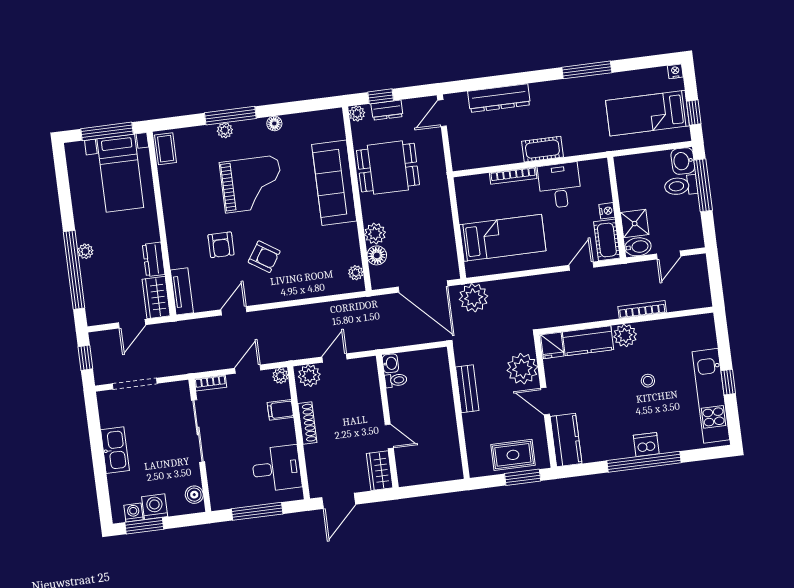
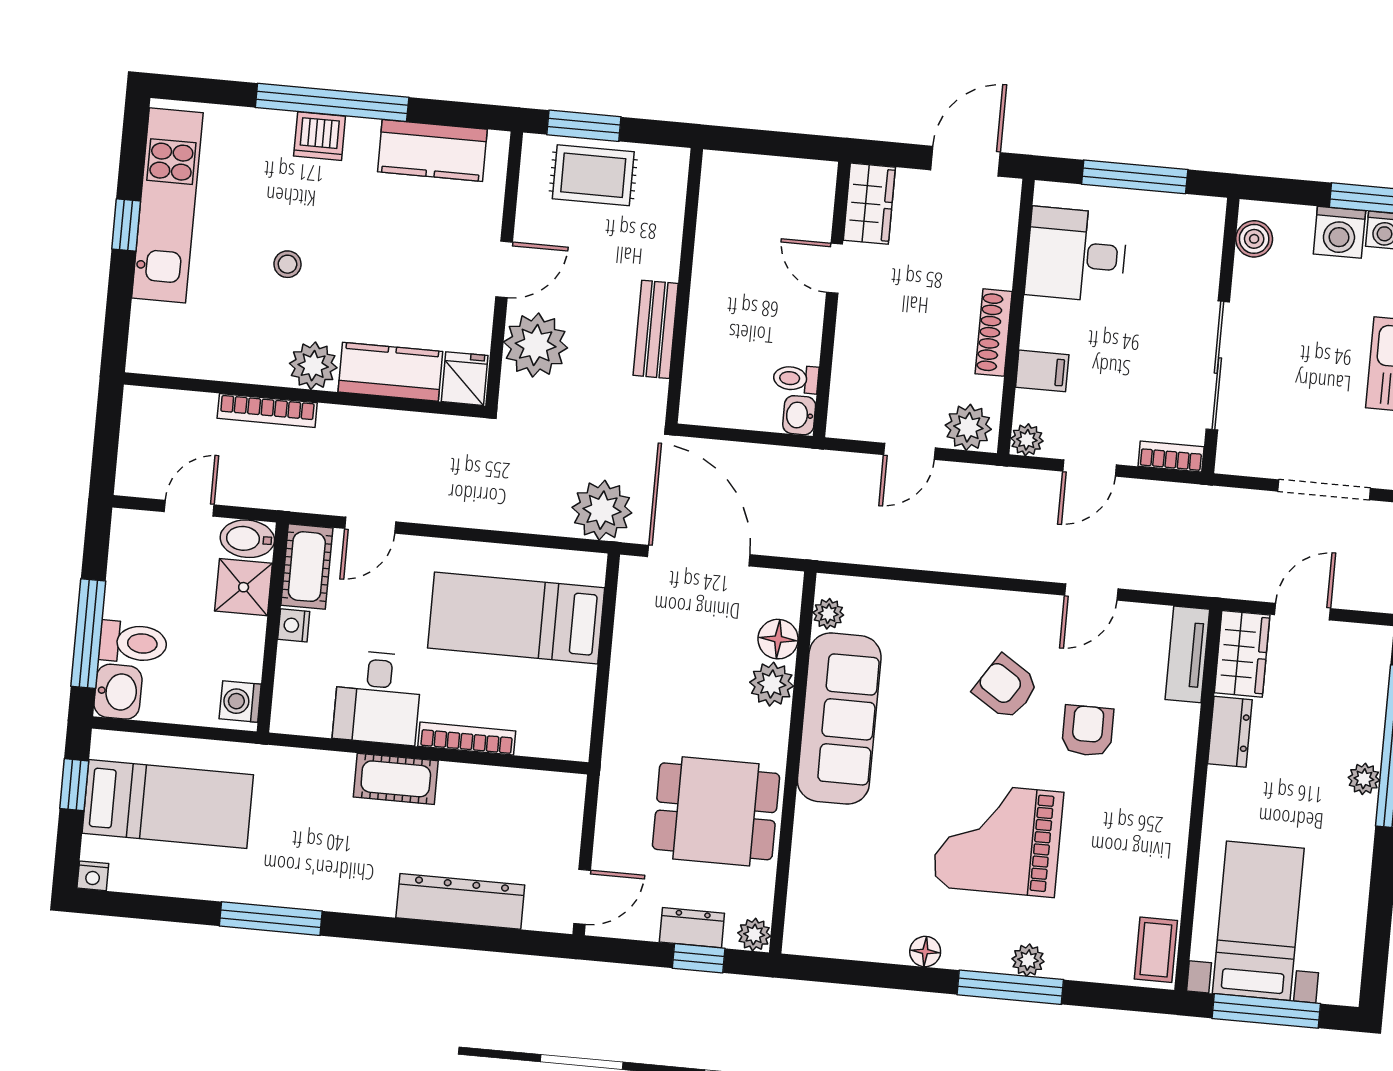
washing machine: (624, 169) -> (240, 701), added
sofa: (334, 183) -> (839, 719), moved
door: (545, 401) -> (504, 269), hinge flipped
kitchen counter: (566, 440) -> (432, 151), moved, turned -90

